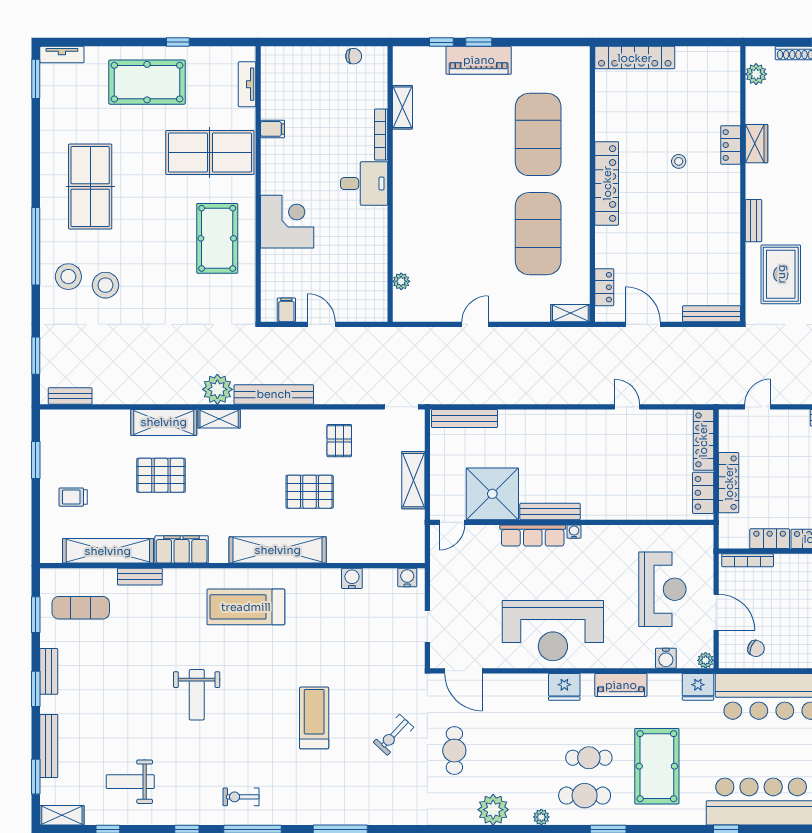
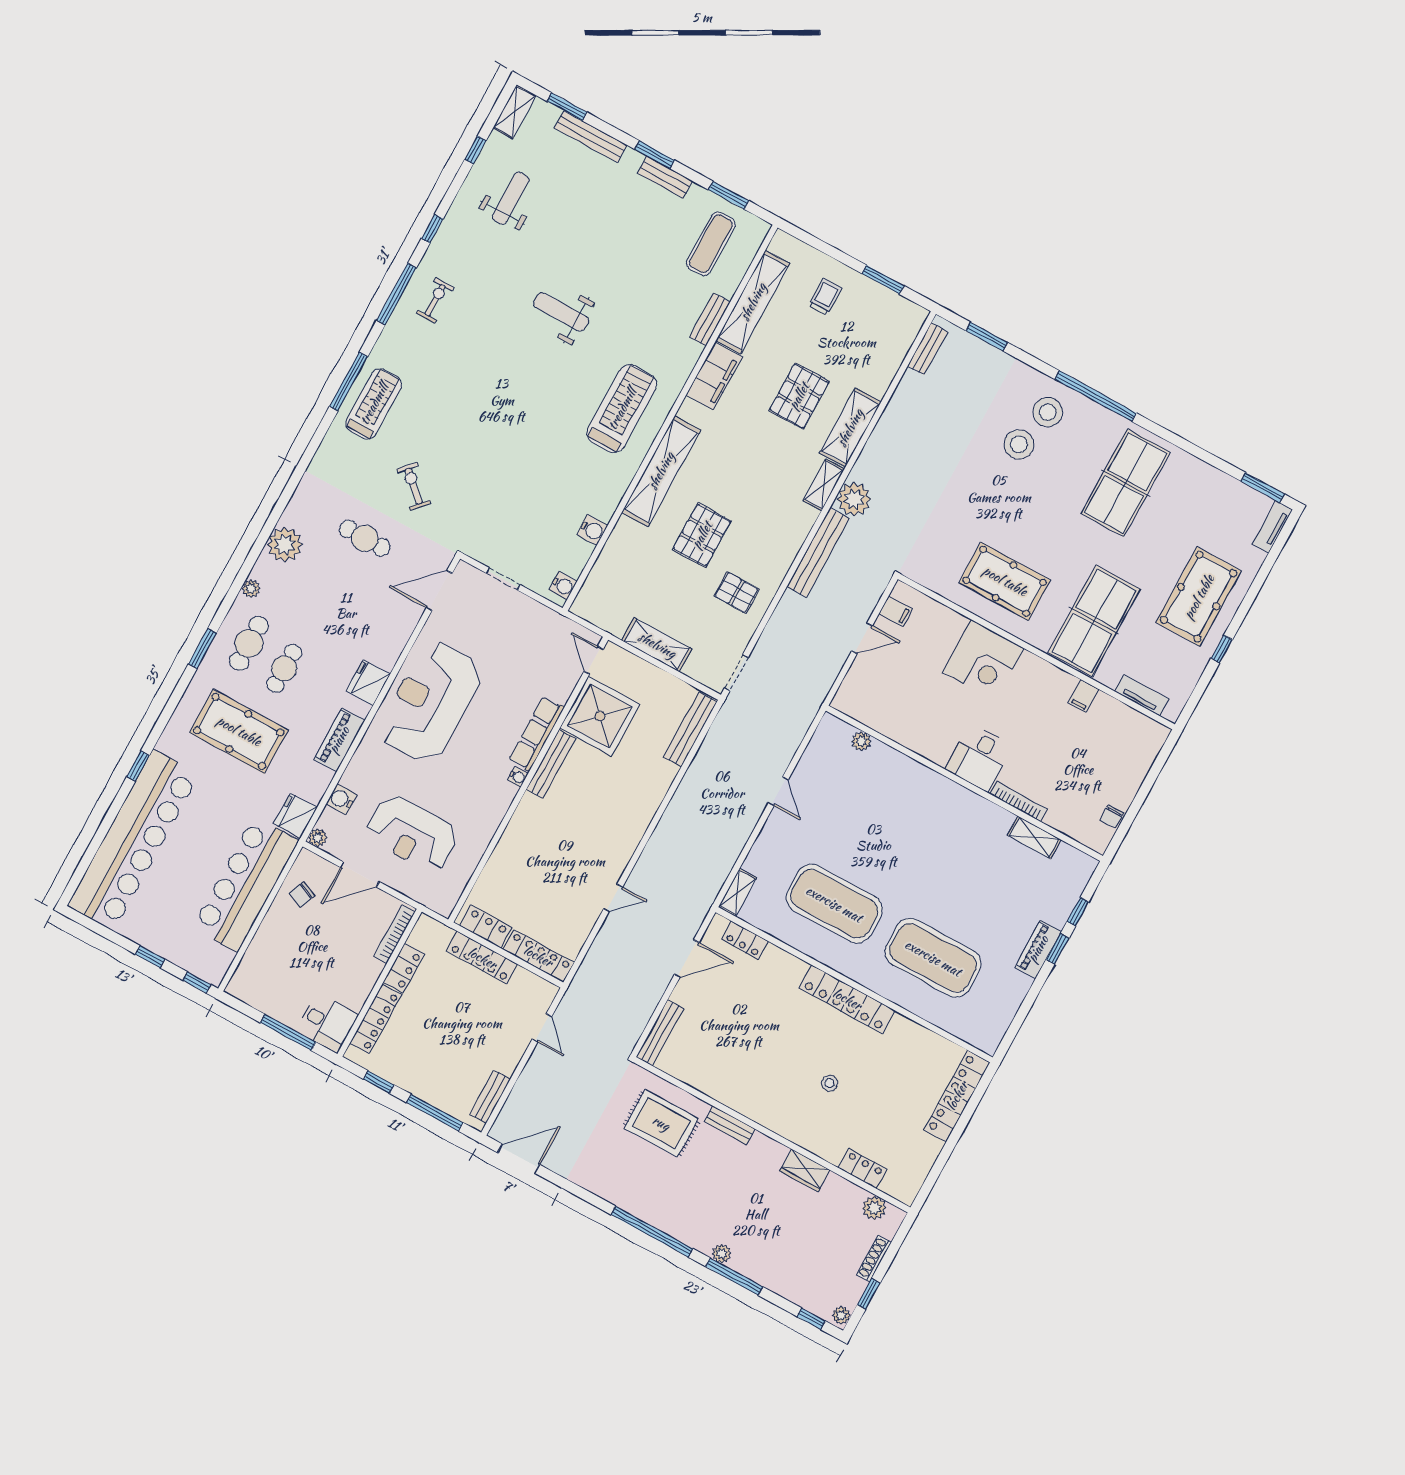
piano: (479, 60) -> (1038, 949), width x0.73, depth x0.75
locker: (731, 145) -> (863, 1169), moved
table tennis table: (90, 187) -> (1126, 483), turned 90
treadmill: (314, 718) -> (374, 404), moved, turned -90

